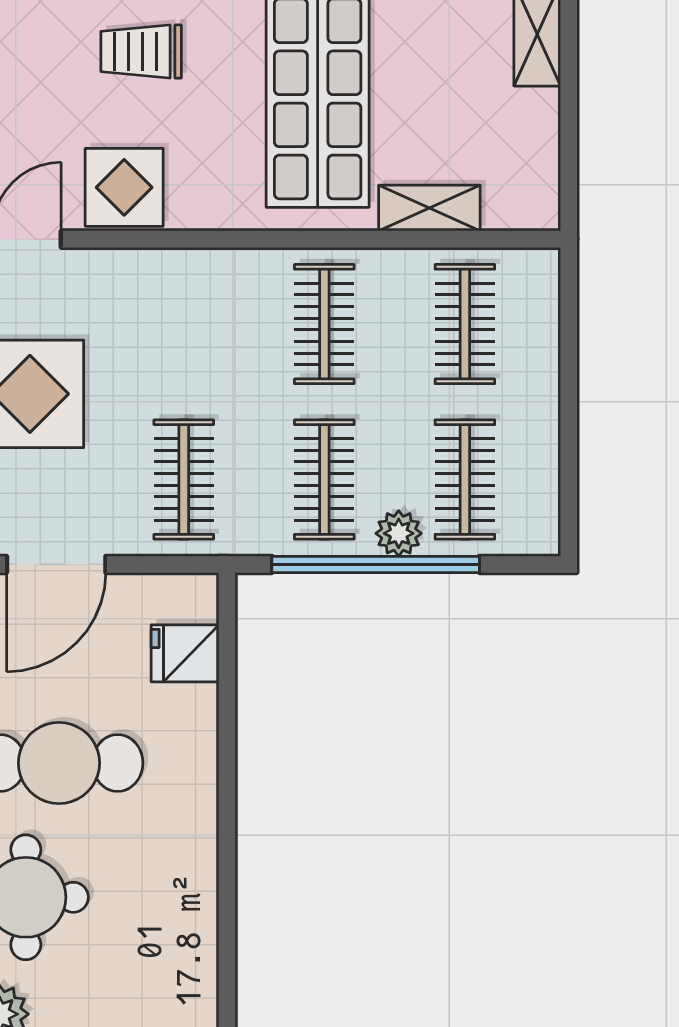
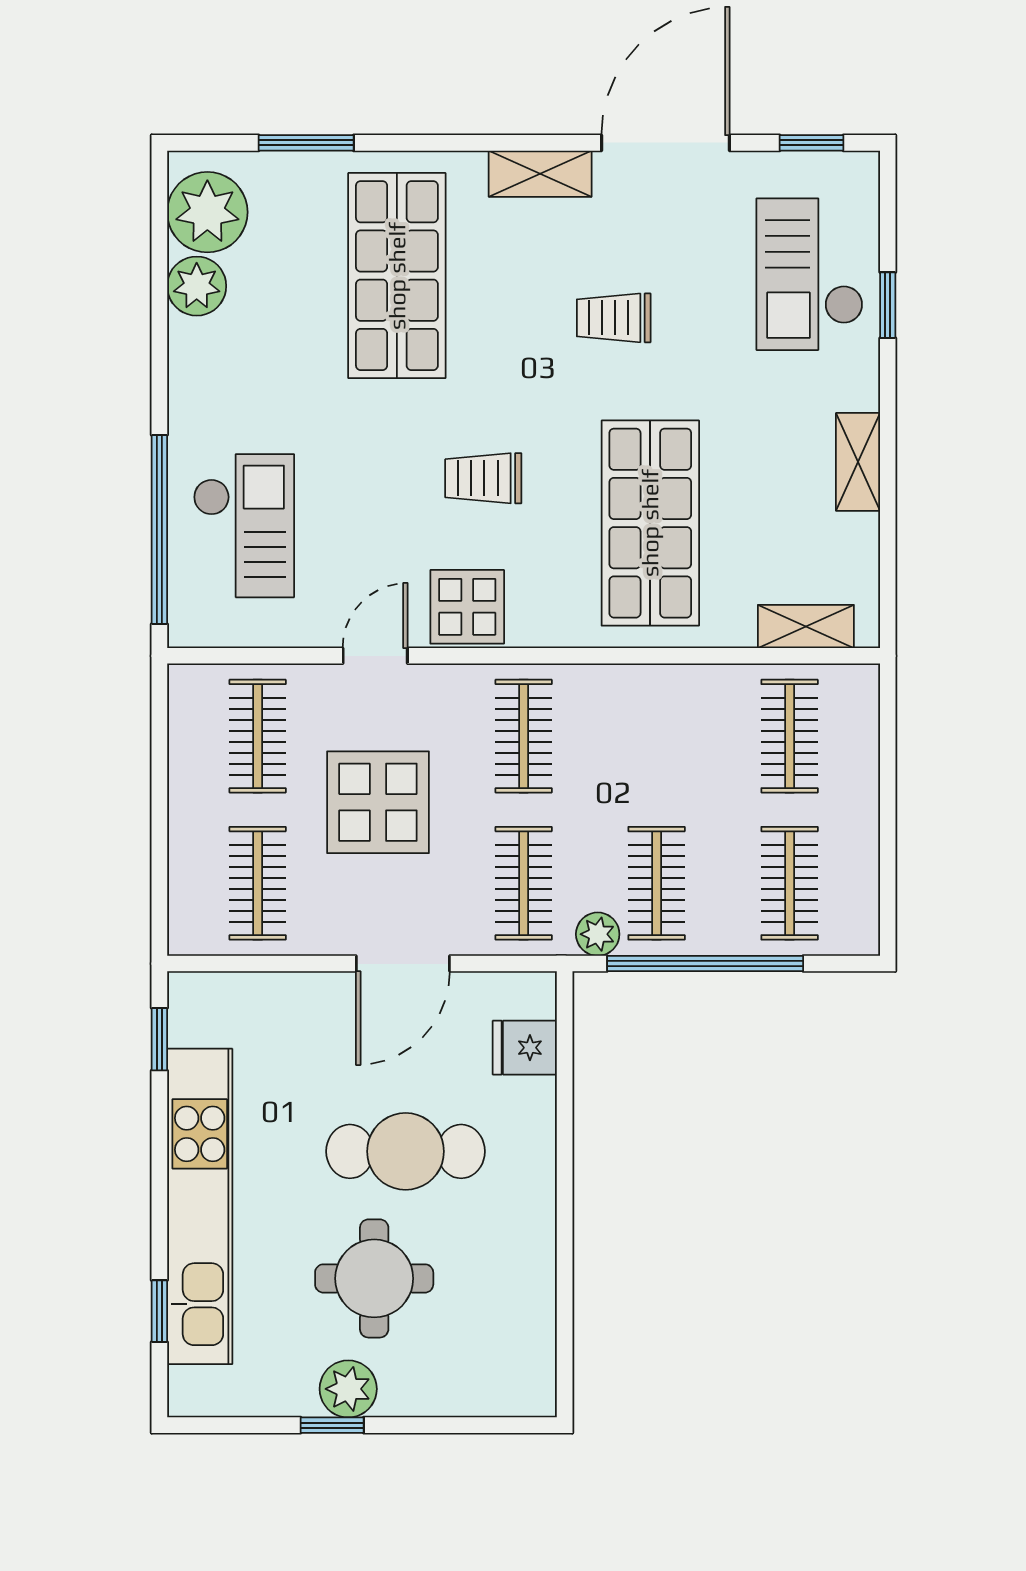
shelving: (429, 208) -> (806, 626), moved
clothes rail: (324, 324) -> (524, 736), moved
plant: (399, 533) -> (598, 934), moved

